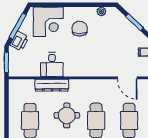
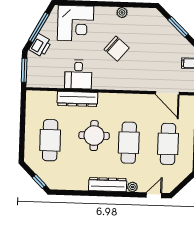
plant: (101, 11) -> (122, 12), moved
chair: (80, 29) -> (117, 49), moved, turned 130

